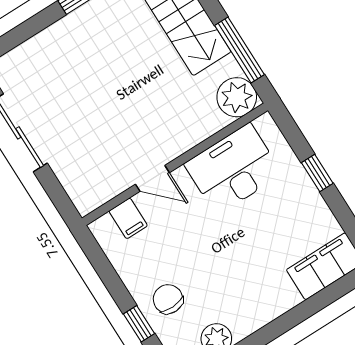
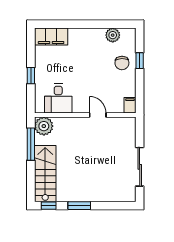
desk: (233, 169) -> (58, 98), width x0.73
filing cabinet: (128, 218) -> (130, 105), moved

